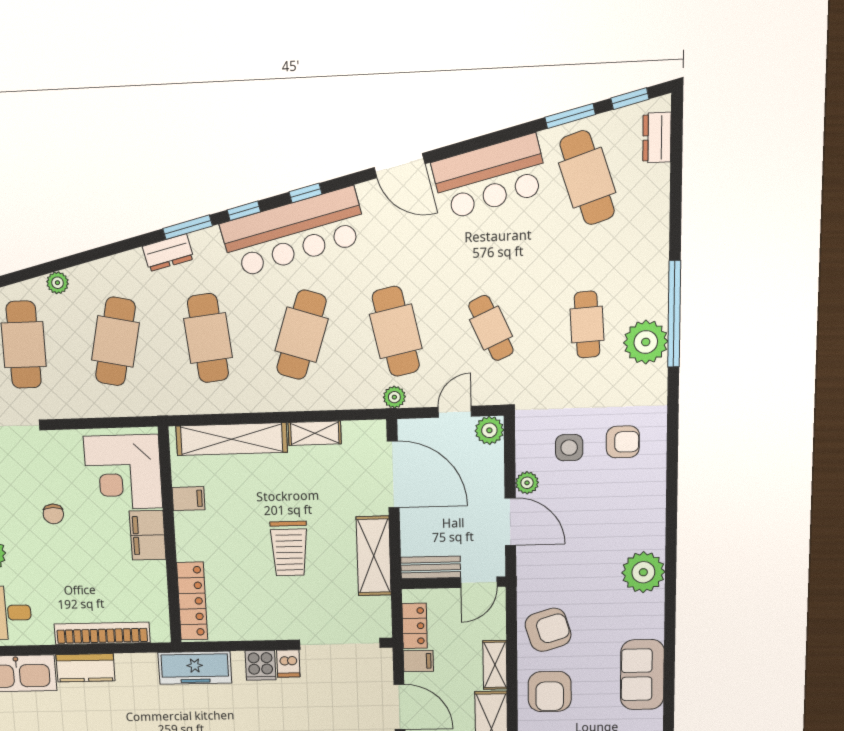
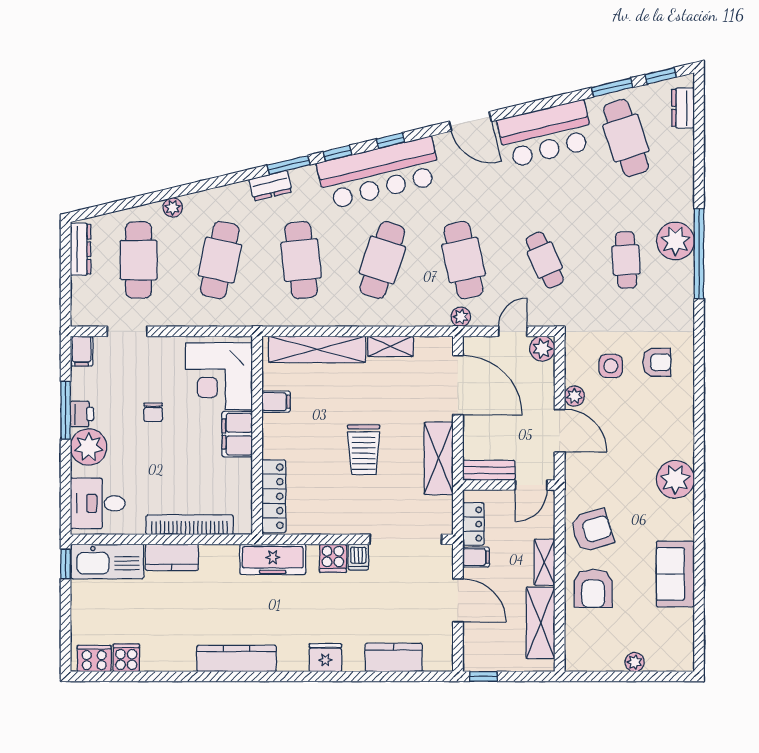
plant: (646, 342) -> (675, 241), moved

